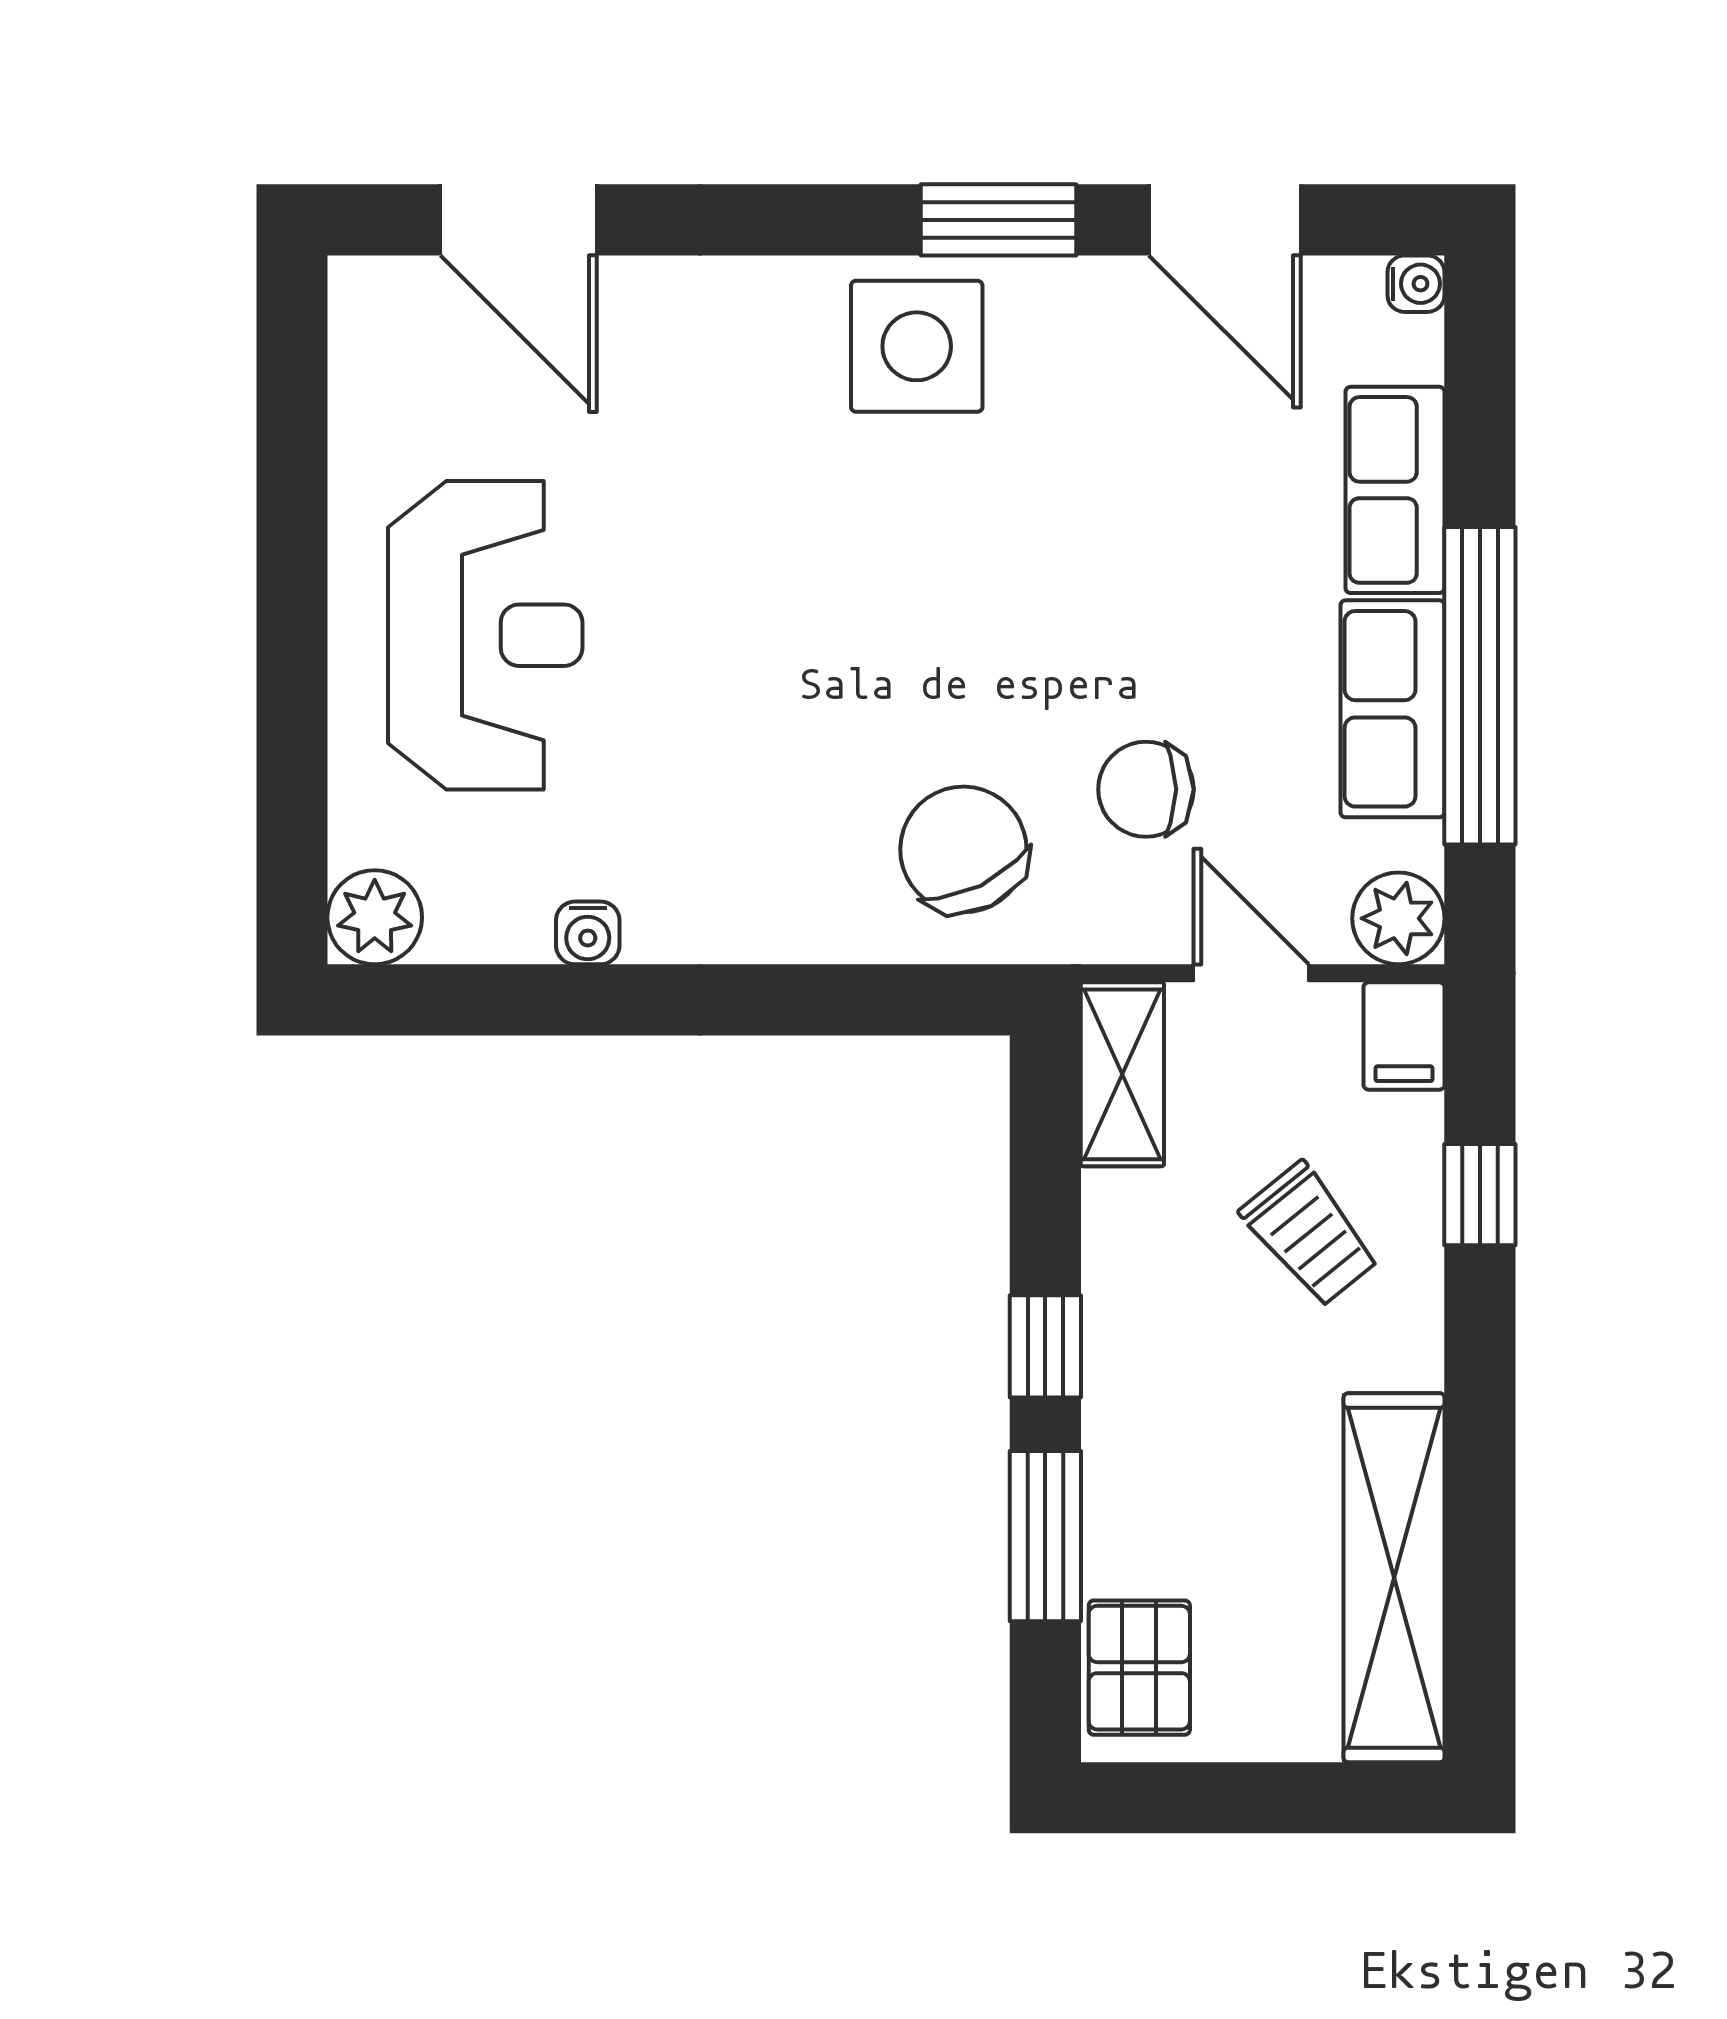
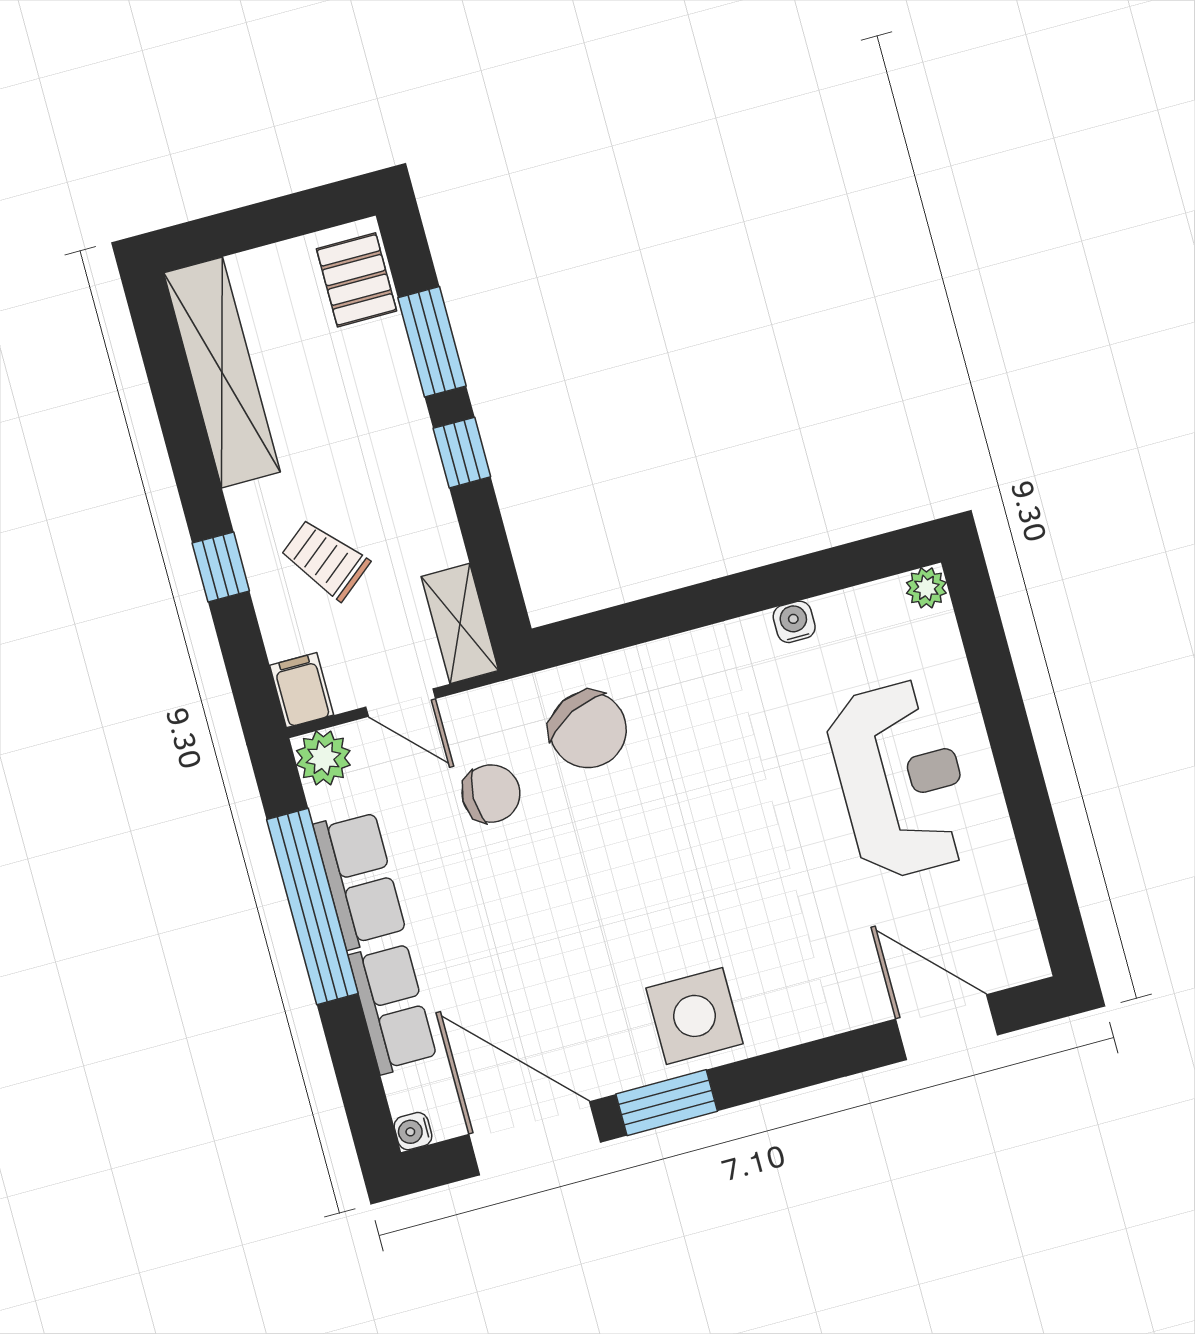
door: (1225, 220) -> (535, 1138), width x1.36
reception desk: (485, 635) -> (901, 779), turned 180
plant: (375, 917) -> (926, 588), width x0.73, depth x0.73
window: (1480, 1195) -> (221, 567), moved

